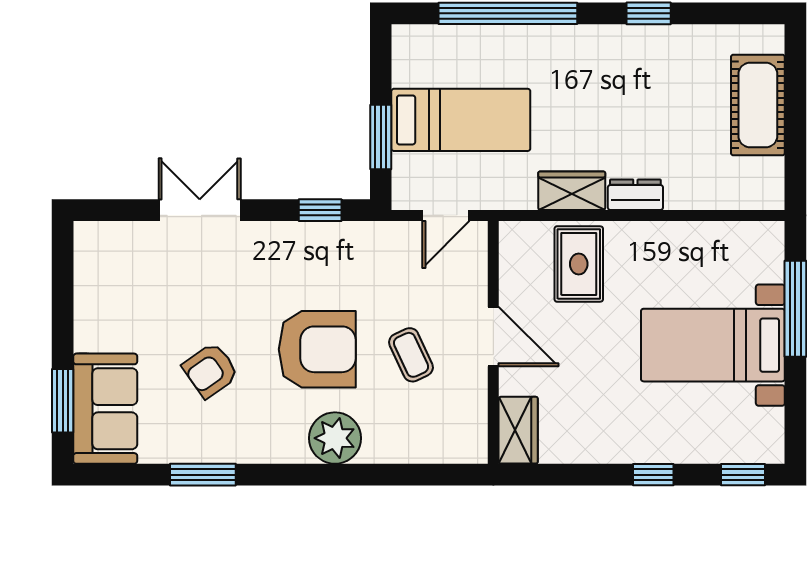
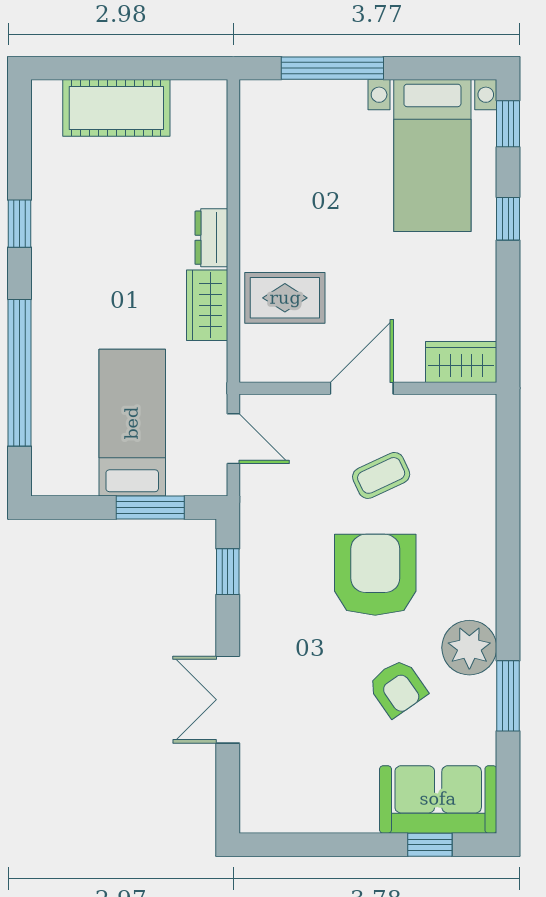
bed with nightstands: (713, 345) -> (432, 156), moved
window: (63, 401) -> (430, 845), width x0.67
plant: (335, 438) -> (469, 648), moved

